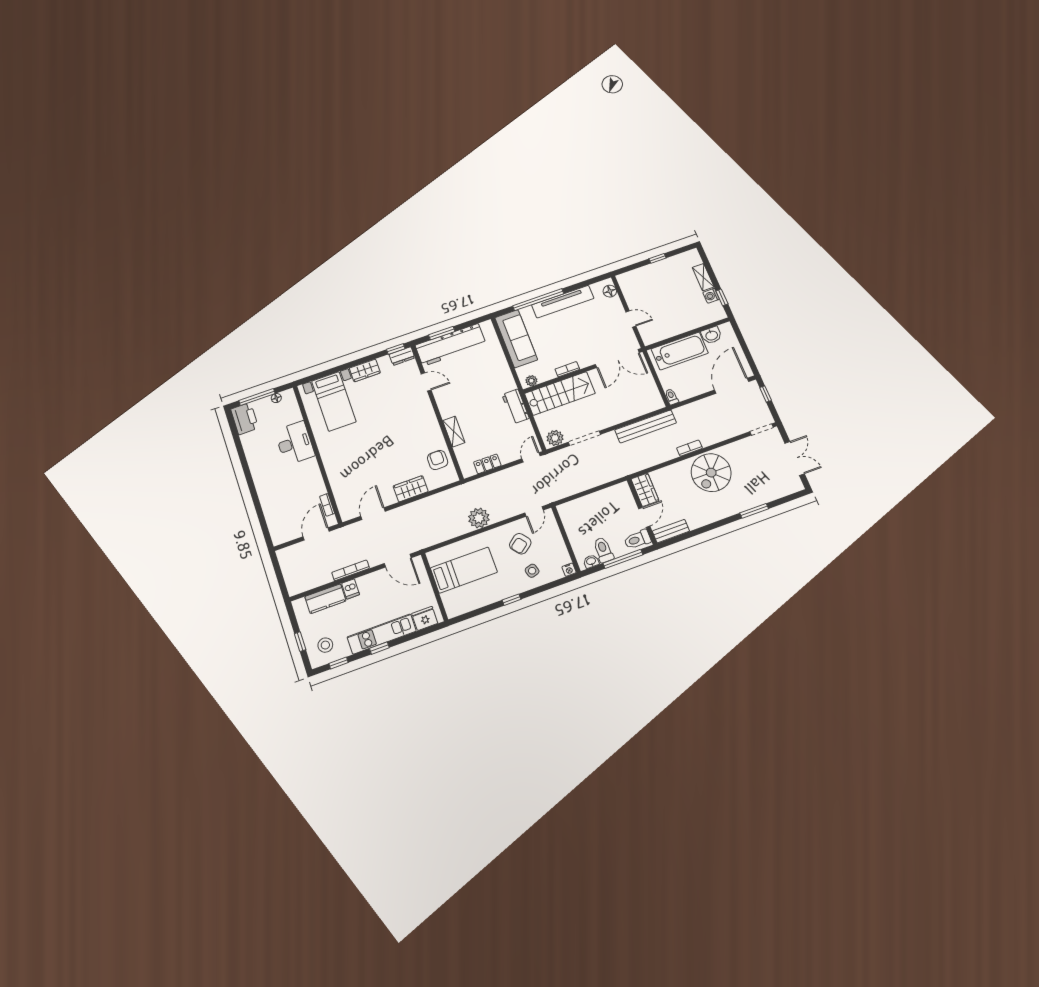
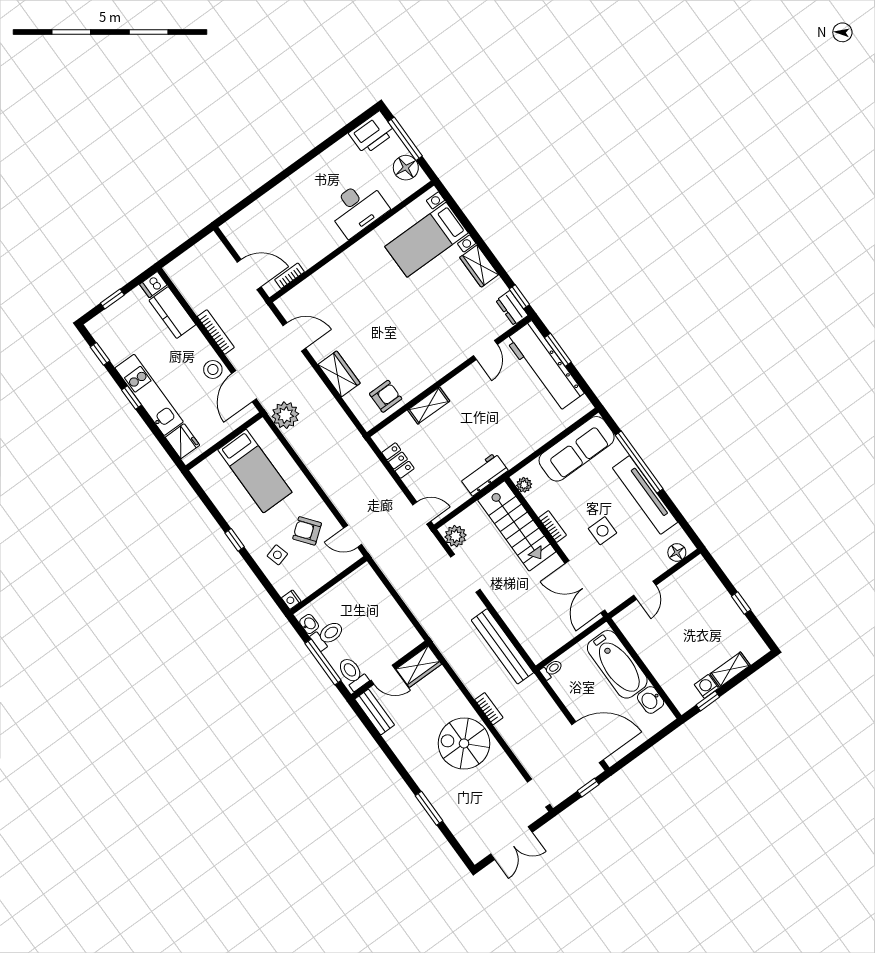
side table: (580, 336) -> (602, 531), added
floor lamp: (276, 398) -> (406, 168), width x1.89, depth x1.89
plant: (479, 518) -> (285, 415), moved
dishwasher: (351, 589) -> (153, 285), moved
stool: (325, 645) -> (213, 369), moved

